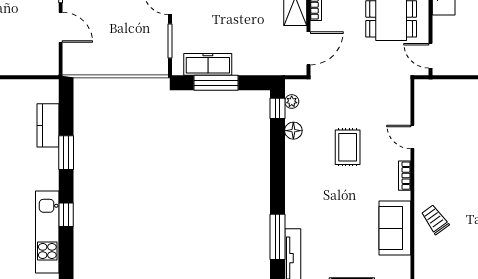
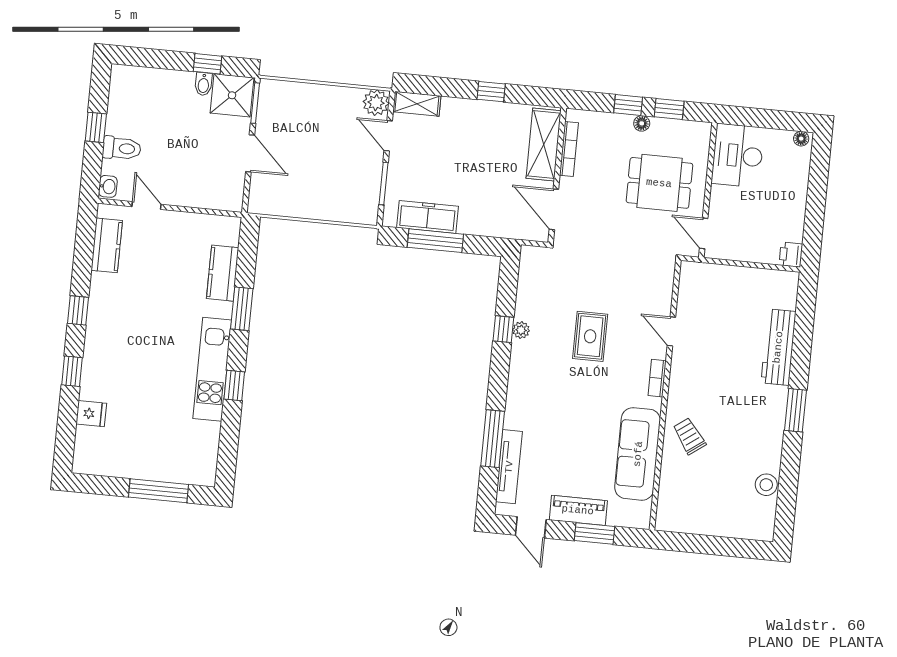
door: (308, 48) -> (554, 209), swing flipped
plant: (292, 102) -> (521, 330), moved
window: (277, 108) -> (503, 329), moved
floor lamp: (293, 131) -> (525, 309), removed
sofa: (395, 228) -> (638, 454), width x1.36
kitchen unit: (47, 232) -> (212, 369), moved

